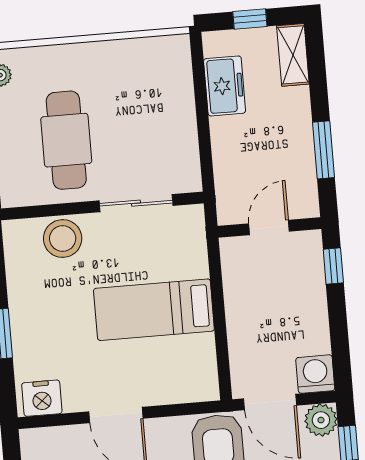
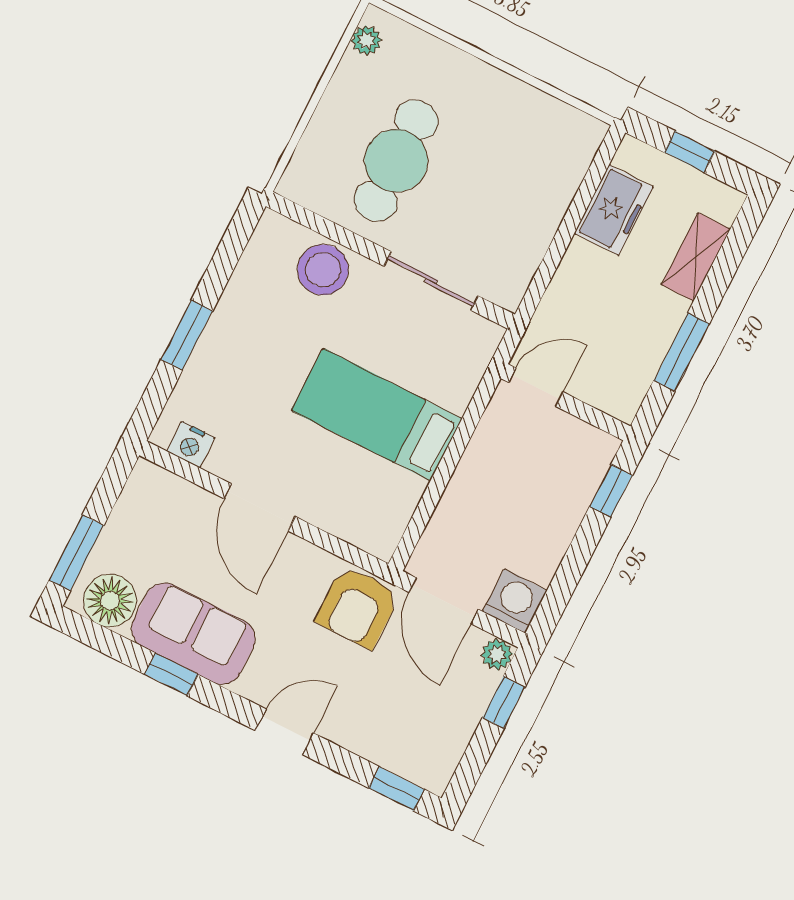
shelving: (293, 55) -> (696, 257), moved
door: (269, 227) -> (536, 387), moved
nightstand: (42, 398) -> (191, 444), width x0.74, depth x0.75
plant: (321, 420) -> (497, 654), width x0.73, depth x0.73

